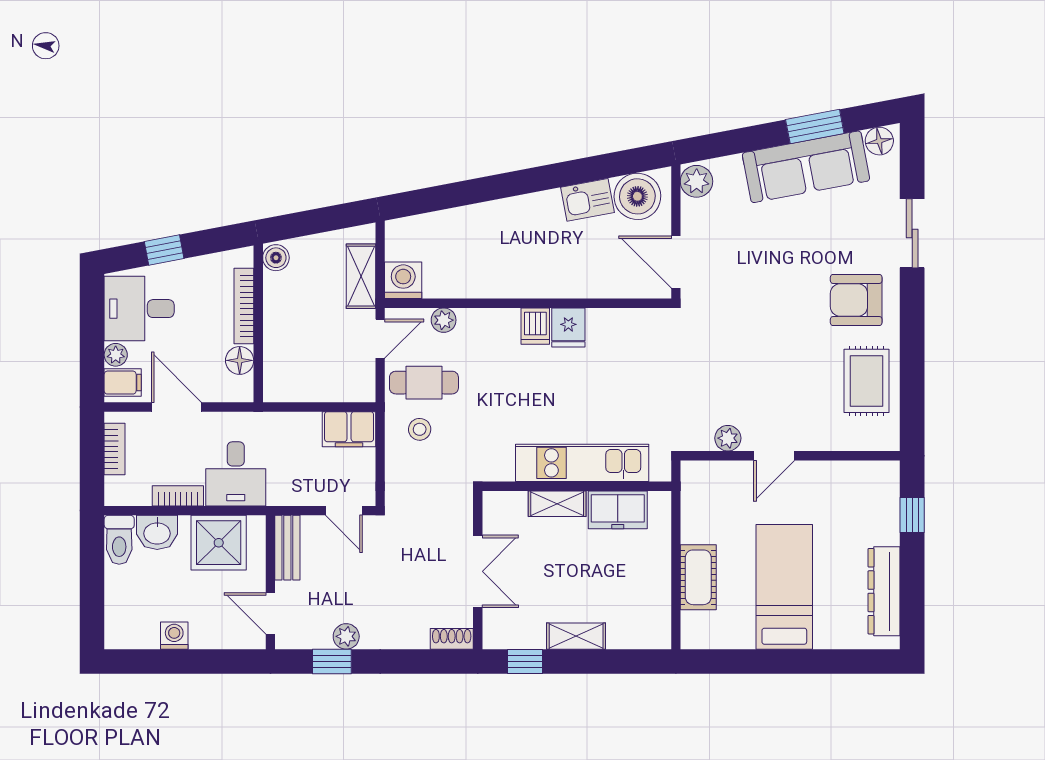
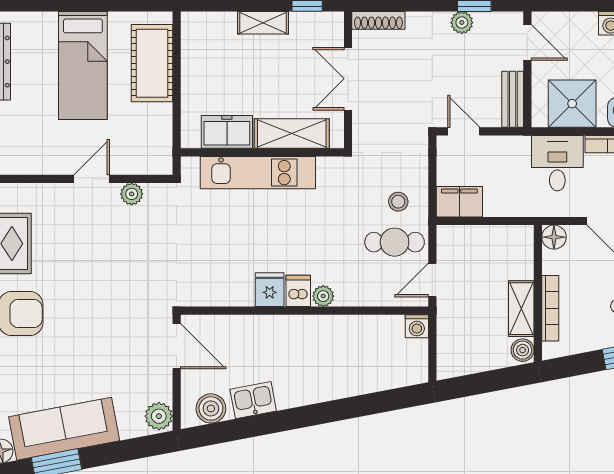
boiler: (637, 196) -> (211, 408), width x0.73, depth x0.73
shelving: (361, 276) -> (521, 309), moved
washing machine: (403, 280) -> (417, 326), width x0.73, depth x0.73
plant: (444, 320) -> (323, 296), moved
floor lamp: (240, 360) -> (554, 237), moved
shelving: (557, 504) -> (292, 134), width x1.50, depth x1.33
cot: (698, 577) -> (152, 63), width x1.37, depth x1.34
shoe rack: (452, 639) -> (378, 20), width x1.43

